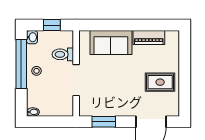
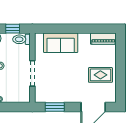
piano: (149, 37) -> (103, 39), moved
toilet: (63, 54) -> (22, 39), moved

